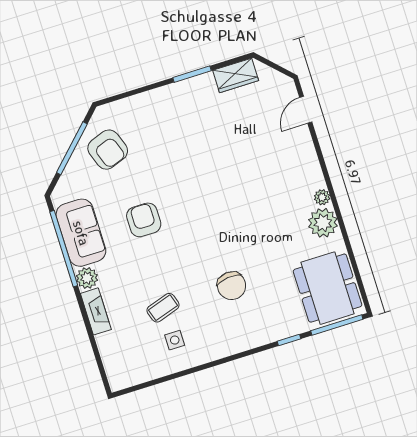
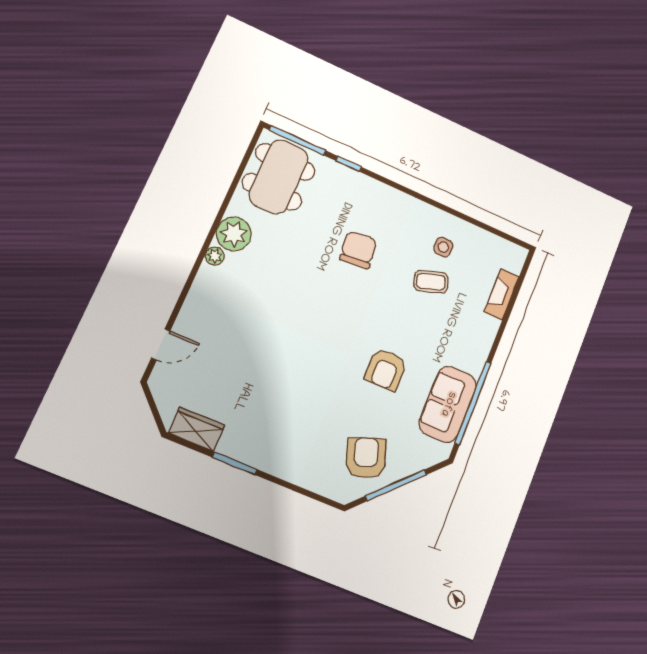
plant: (87, 278) -> (474, 361), removed
fireplace: (96, 311) -> (502, 294), moved

